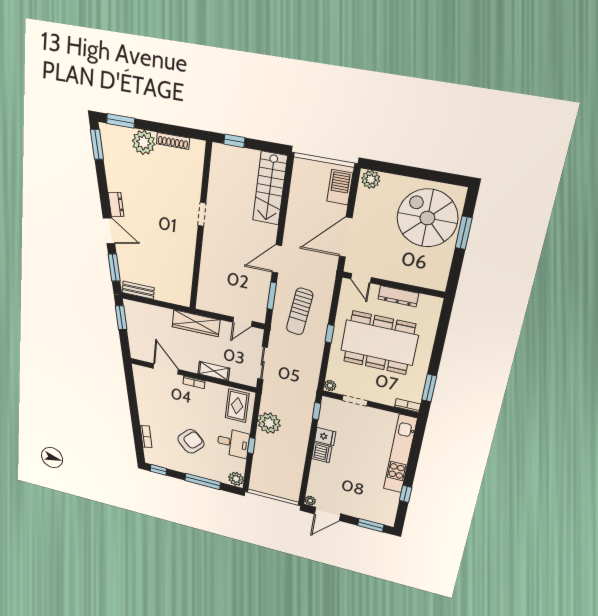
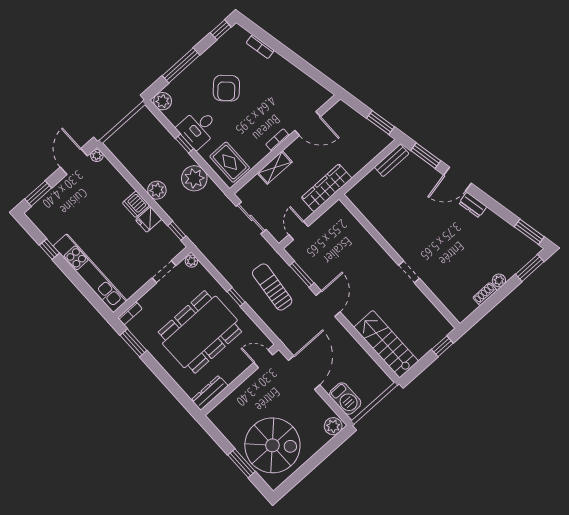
shoe rack: (173, 141) -> (485, 294), width x0.70
plant: (144, 142) -> (499, 280), width x0.53, depth x0.53
dresser: (398, 296) -> (210, 393), moved
plant: (299, 444) -> (157, 190), added

